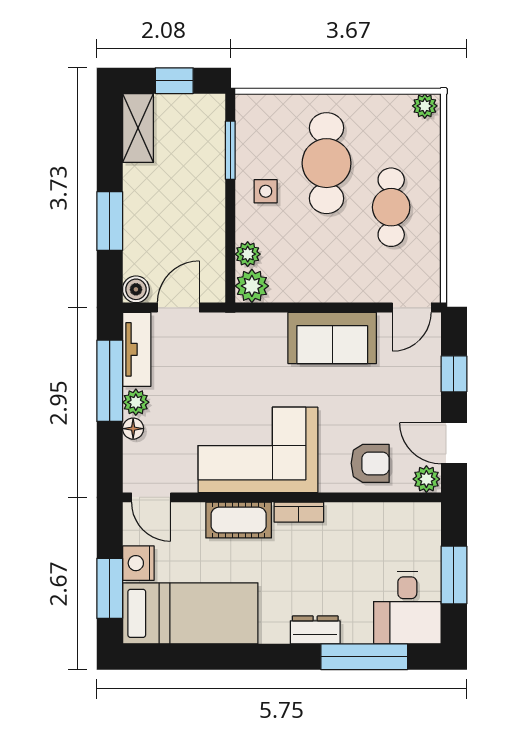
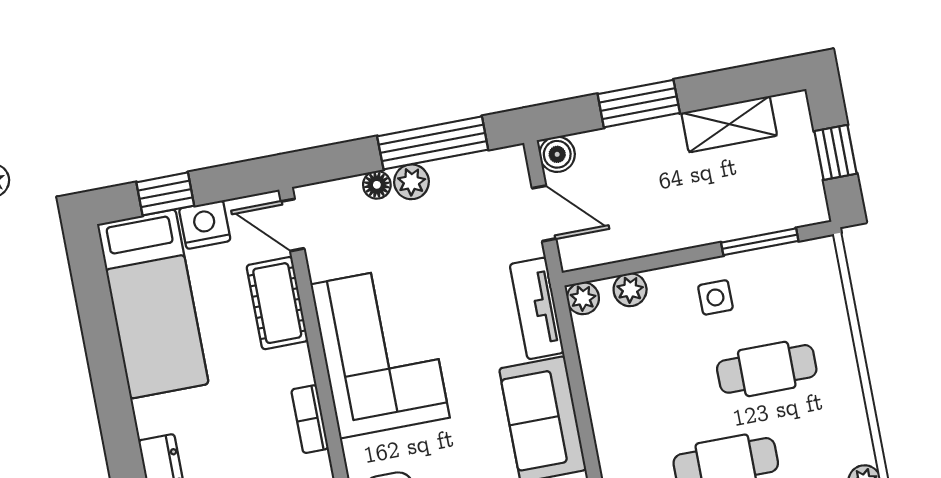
shelving: (138, 128) -> (729, 124), moved
cafe table: (327, 163) -> (767, 369), width x0.73, depth x0.74
plant: (252, 286) -> (583, 298), width x0.73, depth x0.73
tv unit: (137, 349) -> (537, 308), moved, turned 90
door: (151, 497) -> (293, 225), hinge flipped
cot: (239, 520) -> (277, 303), moved
window: (110, 588) -> (165, 194), width x0.67

